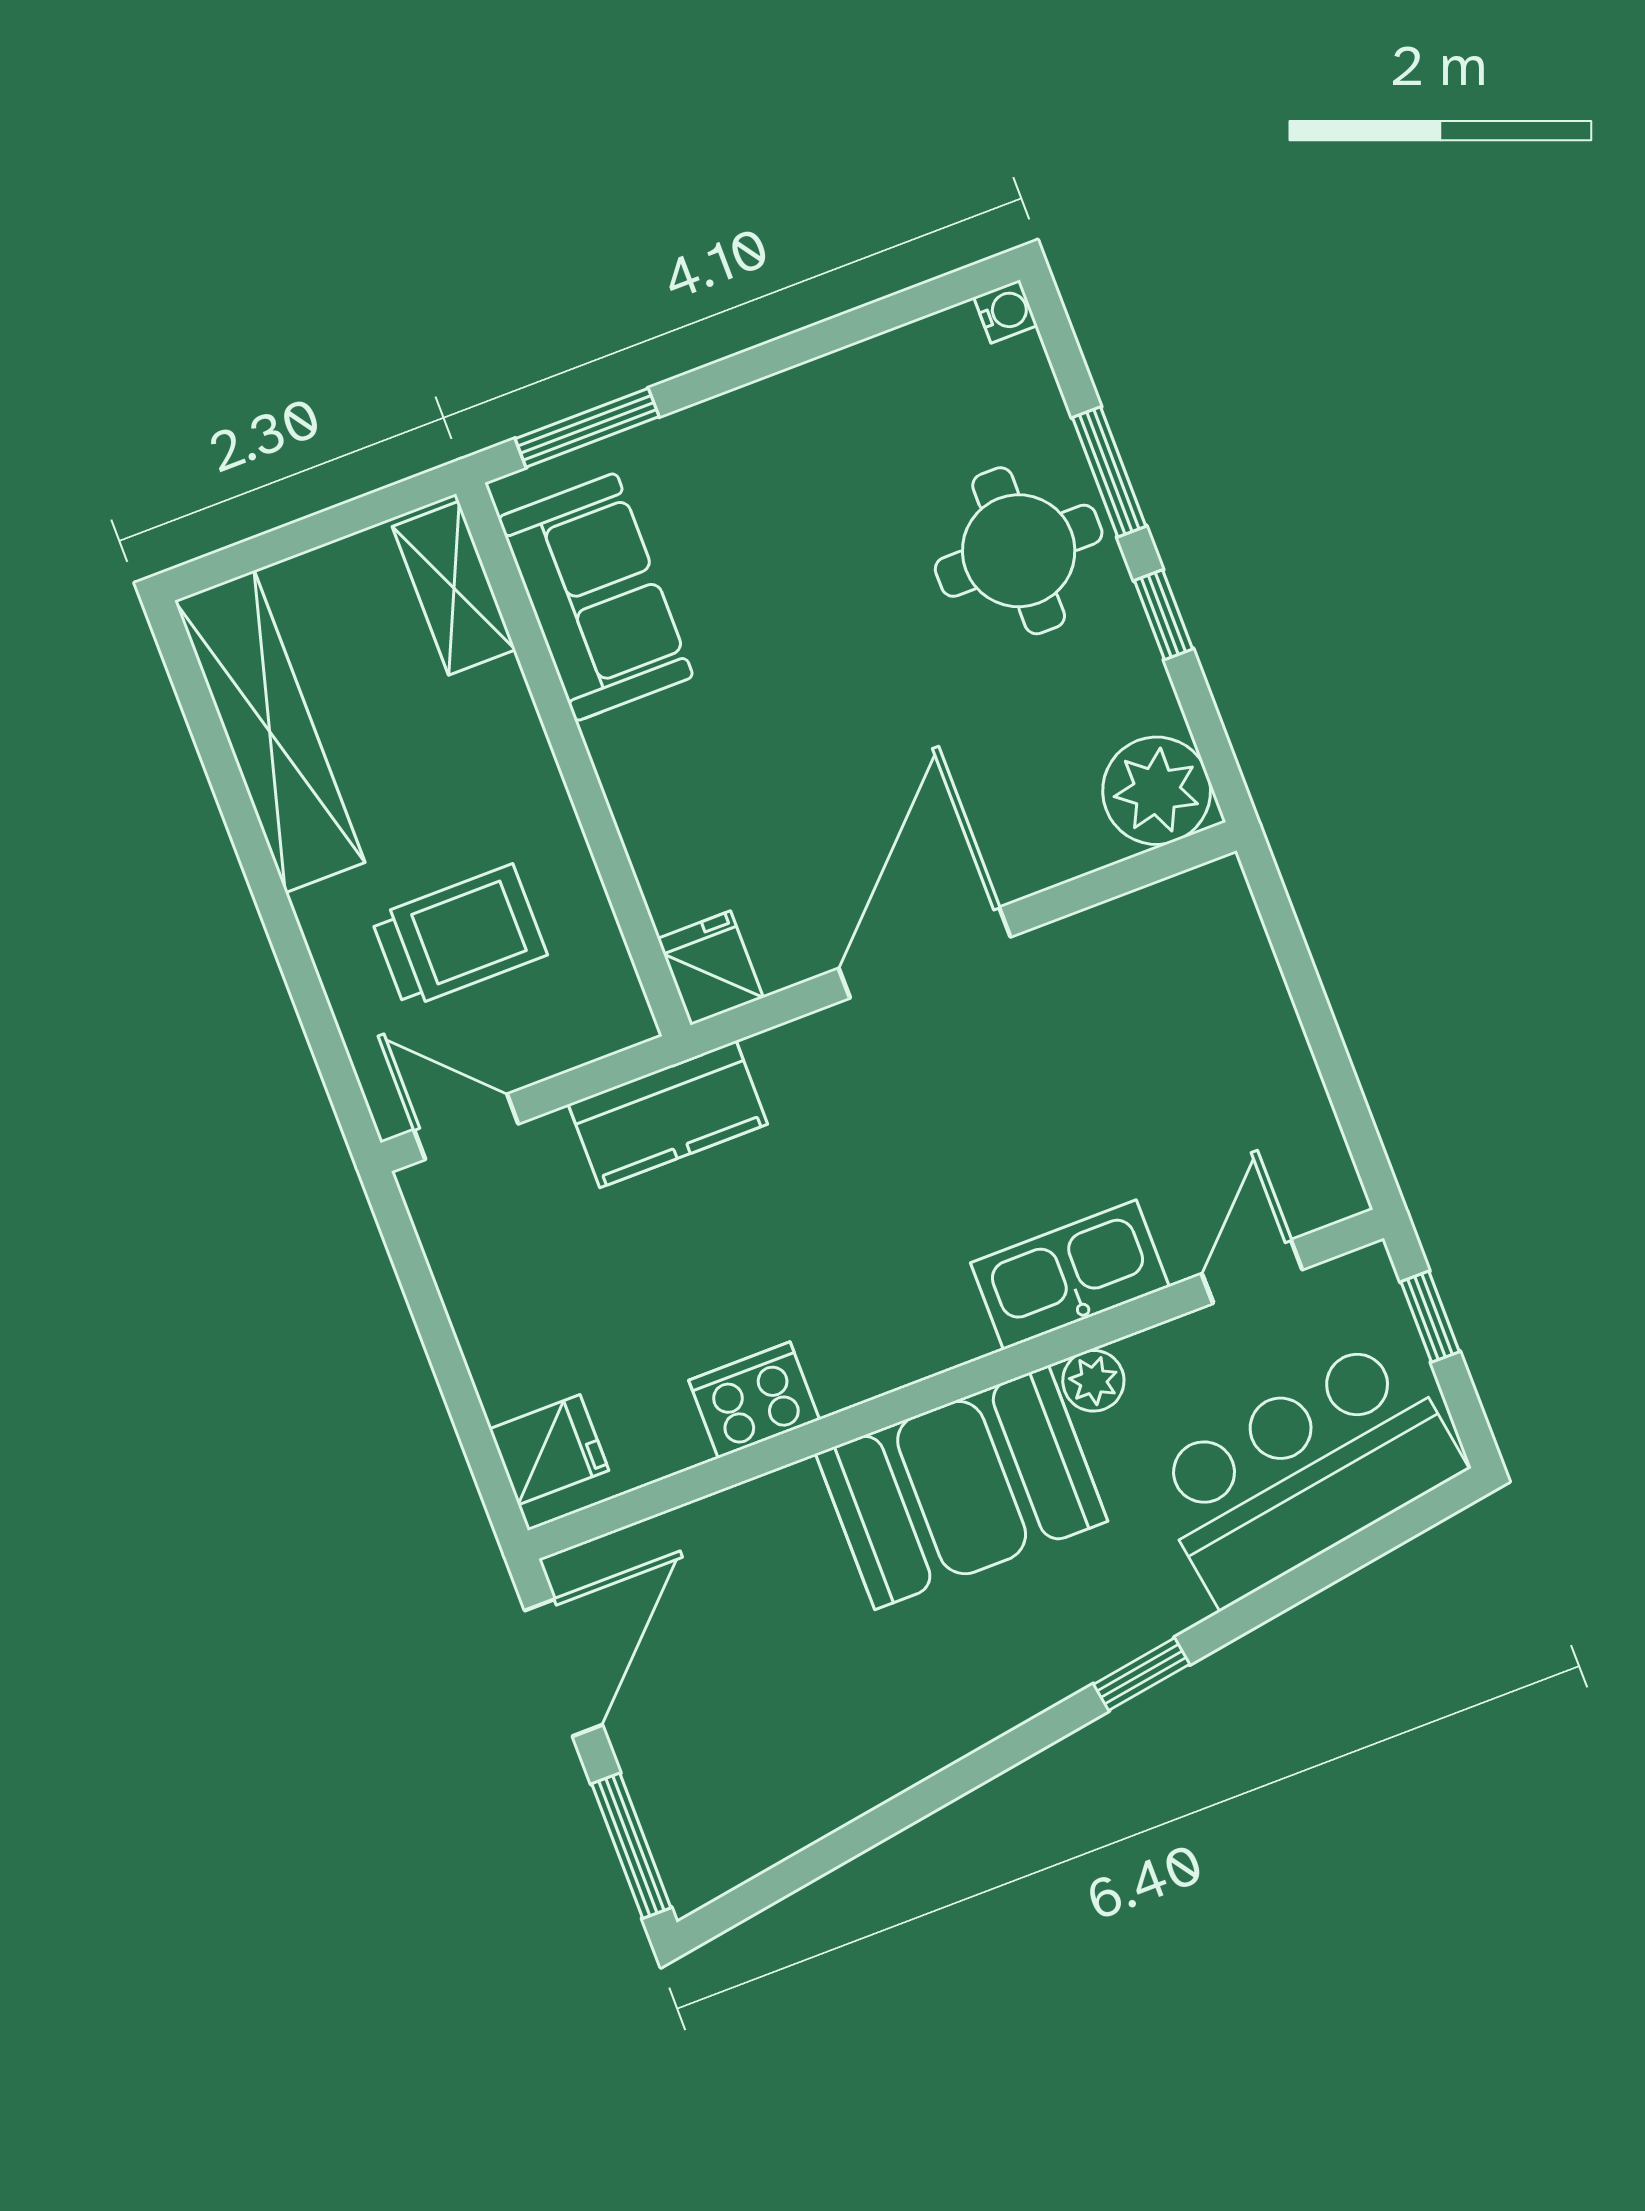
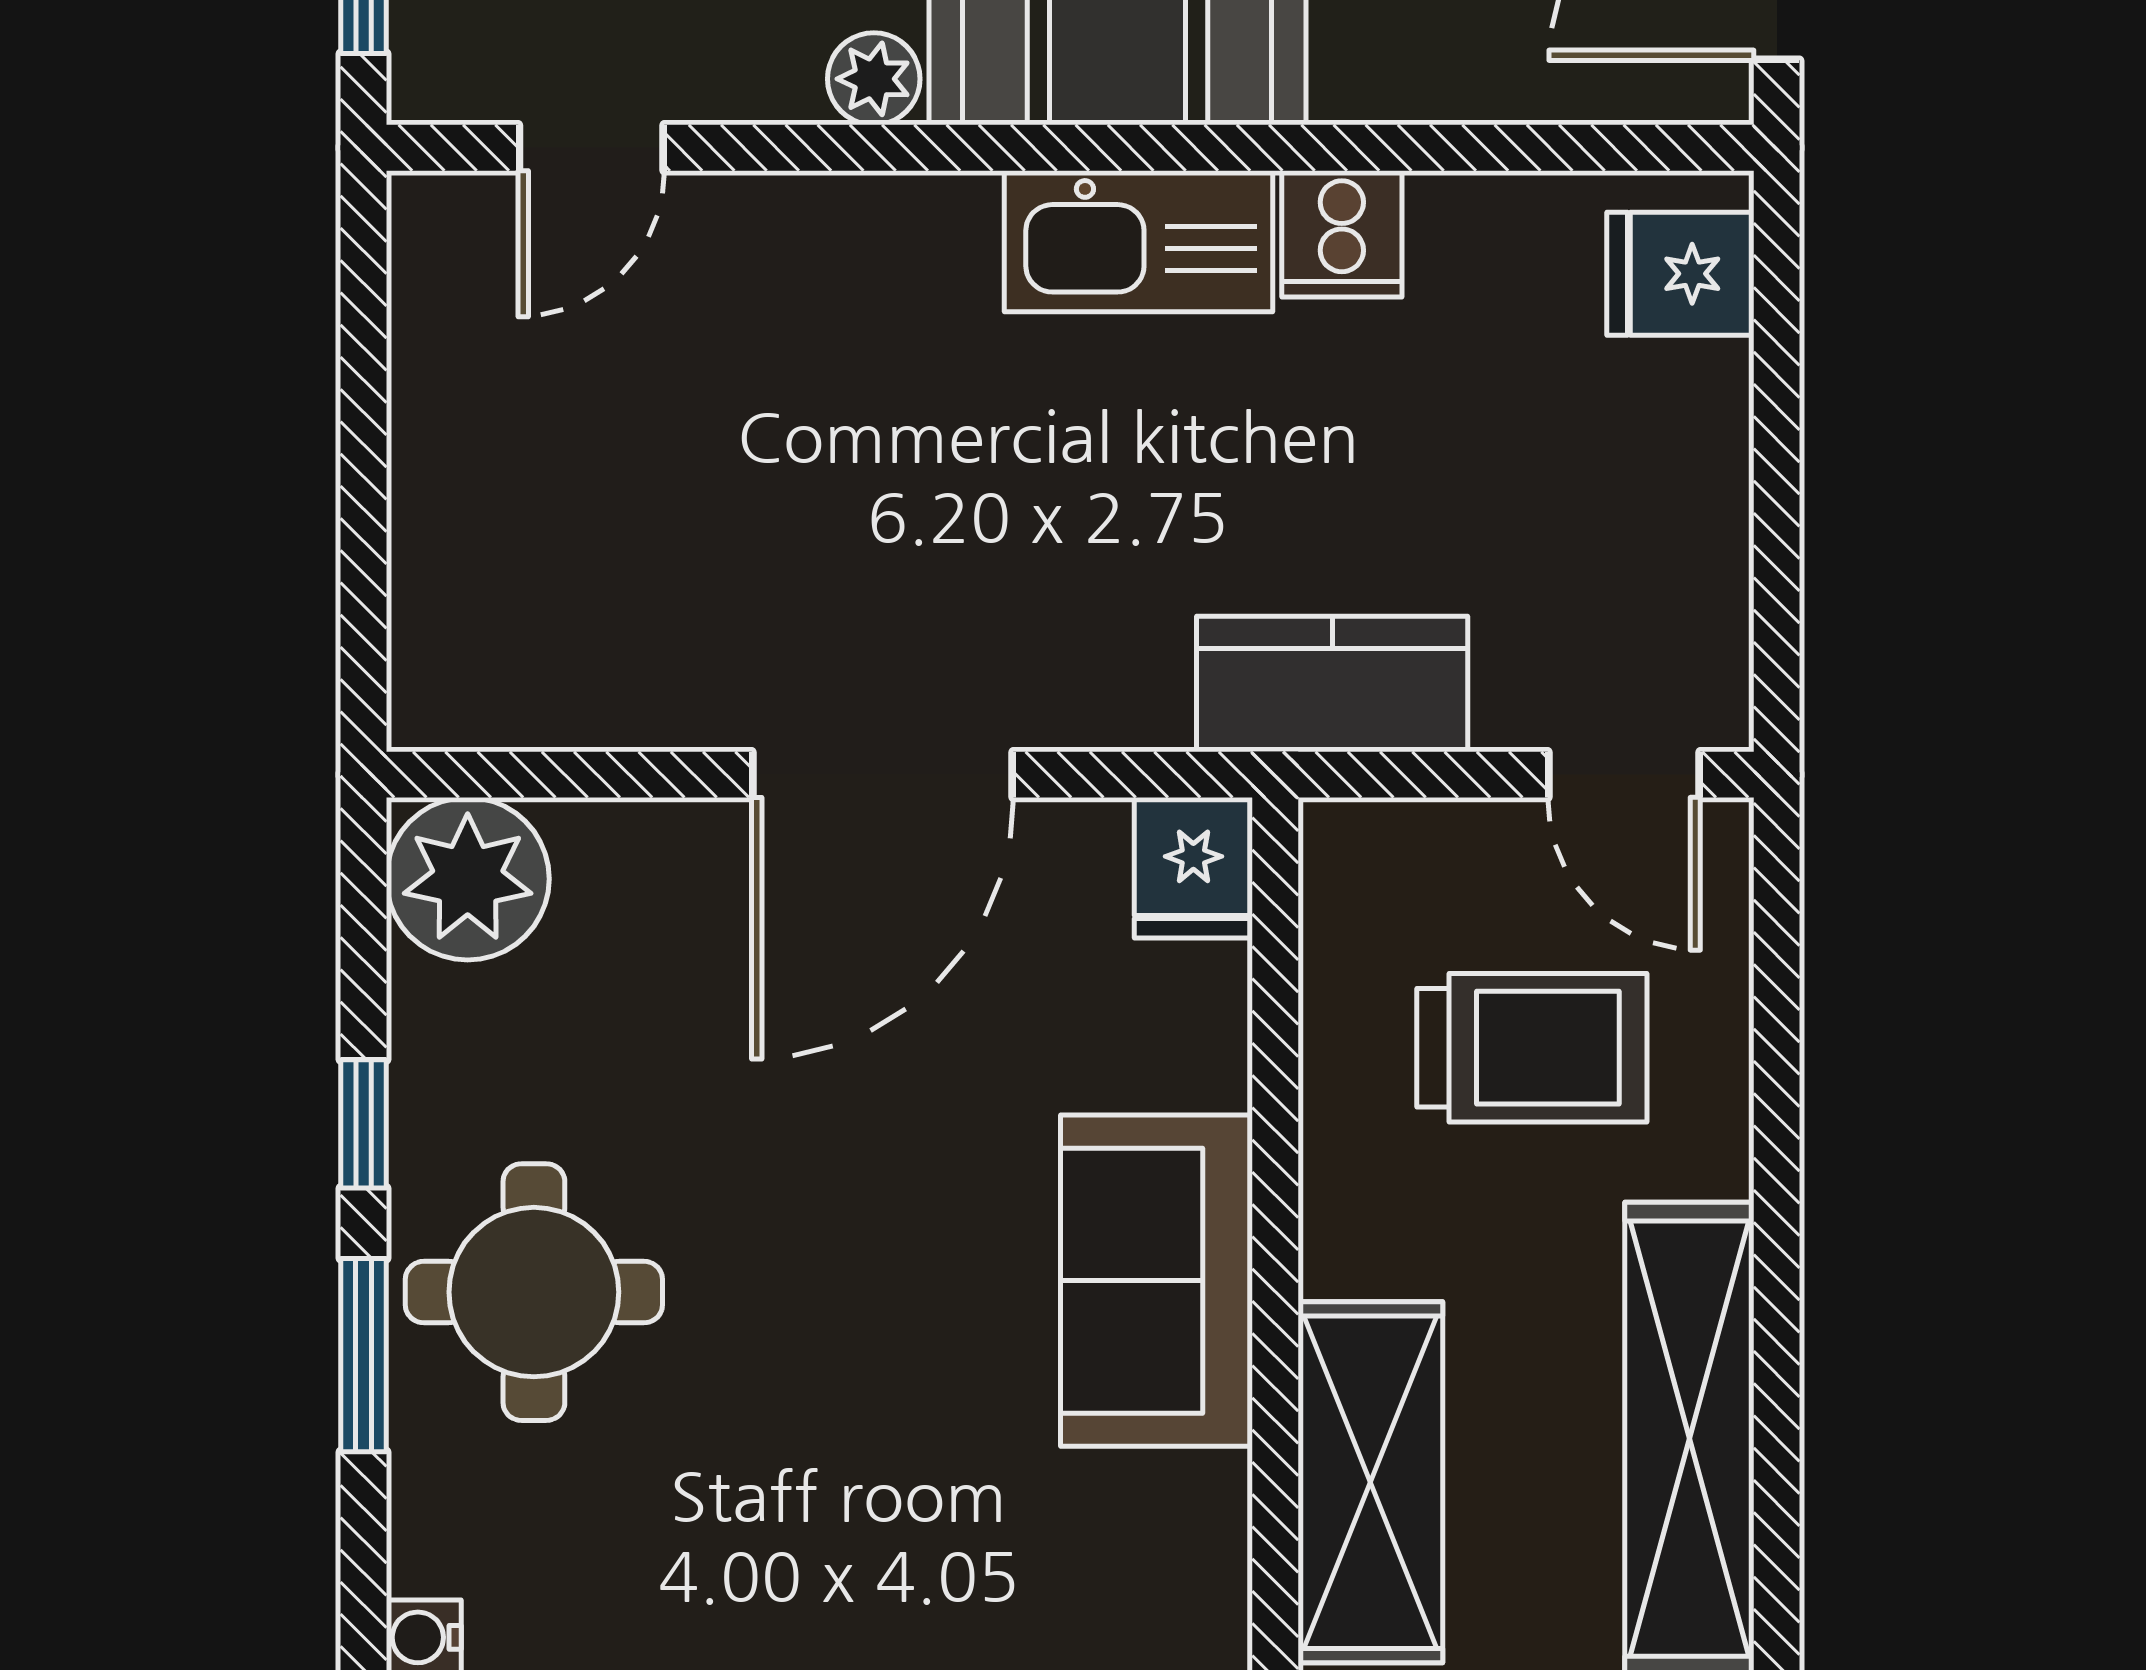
shelving: (454, 588) -> (1370, 1482), width x1.50, depth x1.33
sofa: (596, 597) -> (1157, 1281), moved
trolley: (459, 936) -> (1532, 1048), turned 180
kitchen sink: (1070, 1275) -> (1139, 241), moved
cooker: (754, 1400) -> (1342, 234), width x0.73

